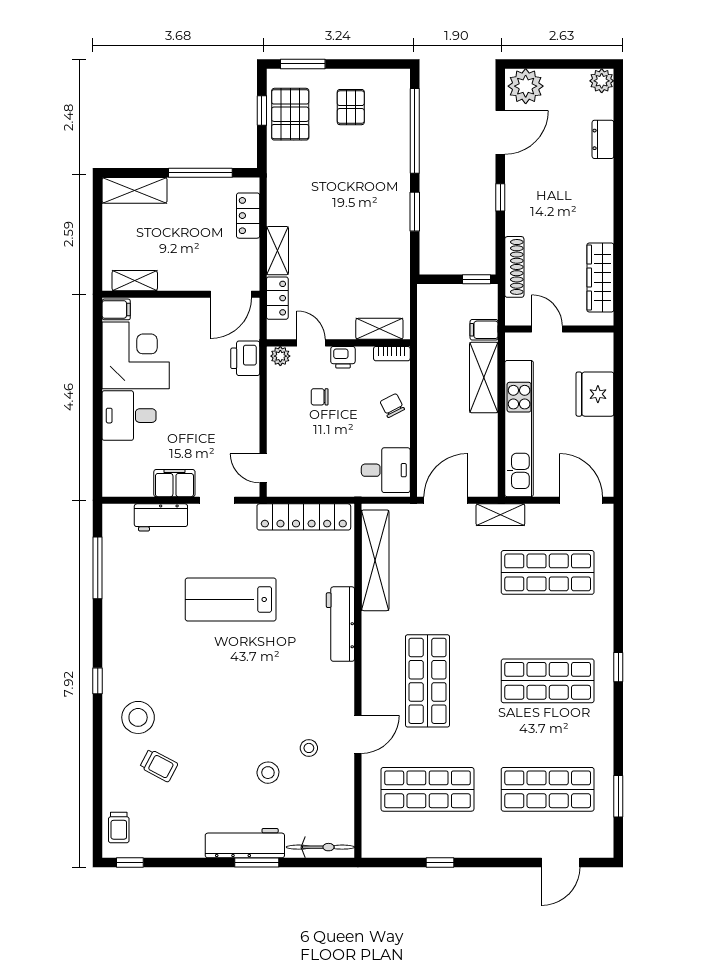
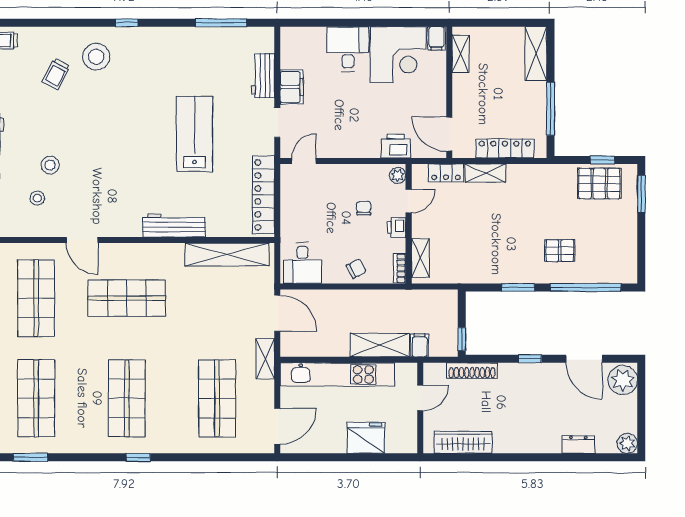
pallet: (351, 107) -> (560, 251), moved
locker: (248, 216) -> (505, 148), width x1.53
stool: (309, 748) -> (37, 198), moved

